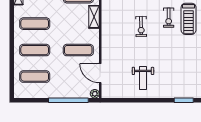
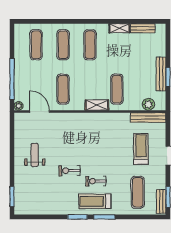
exercise bike: (141, 26) -> (69, 171), moved
door: (100, 73) -> (40, 111), hinge flipped
weight bench: (143, 78) -> (35, 155), turned 90

